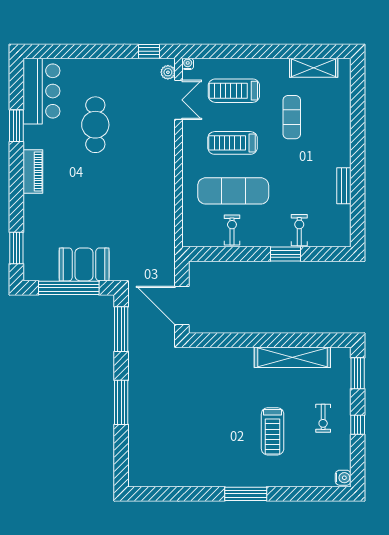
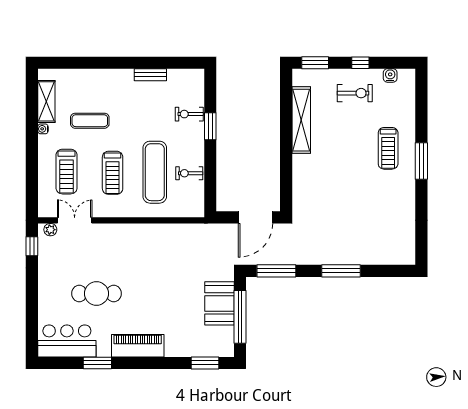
water cooler: (188, 64) -> (43, 129), moved
piano: (33, 172) -> (138, 346), width x1.37, depth x1.33
exercise bike: (323, 418) -> (355, 93), width x1.38, depth x1.39
treadmill: (273, 431) -> (388, 148), moved, turned 90
water cooler: (343, 478) -> (390, 75), moved

